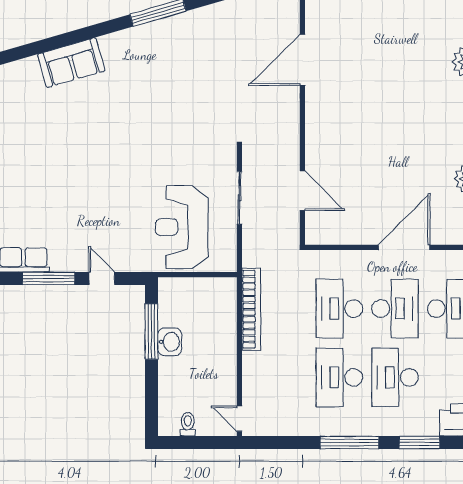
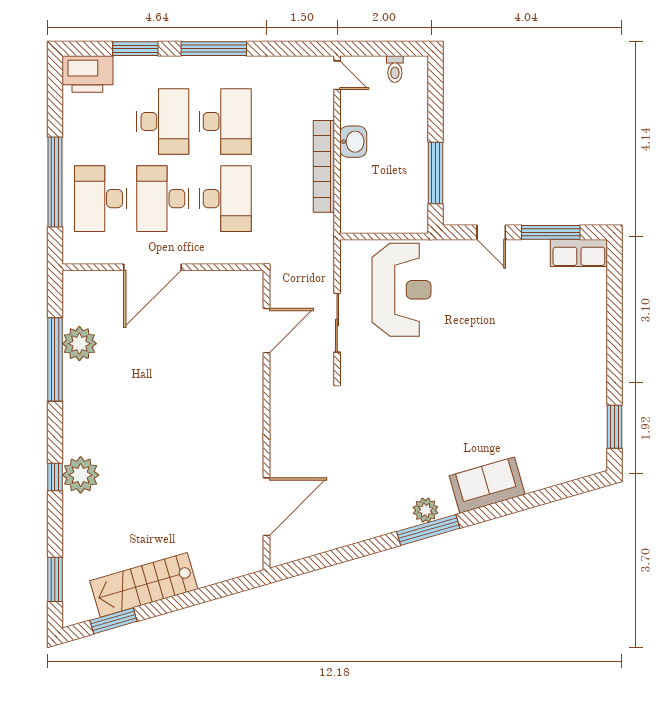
plant: (160, 30) -> (426, 510), added
door: (302, 60) -> (266, 507), moved
sofa: (71, 63) -> (487, 485), moved
door: (302, 191) -> (266, 331), swing flipped
bookcase: (251, 309) -> (324, 166), moved
washbasin: (170, 342) -> (353, 142), moved, turned 180

